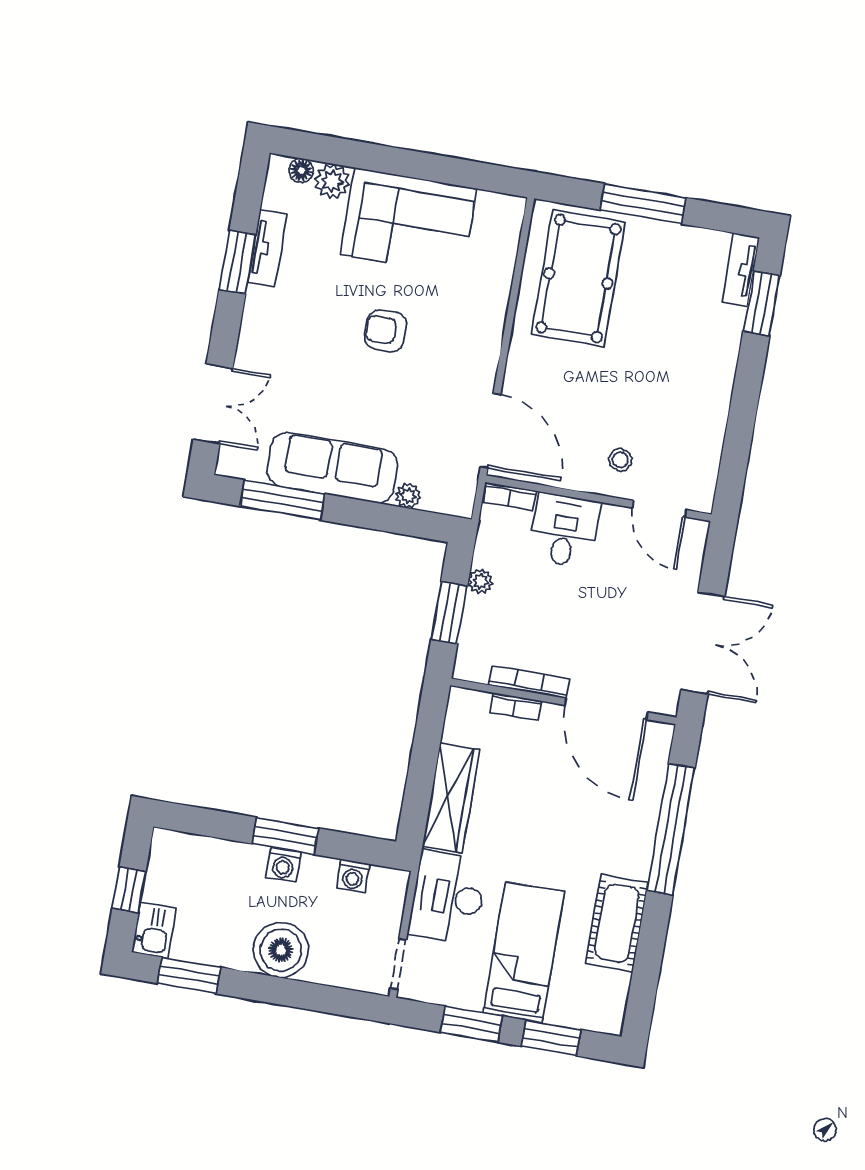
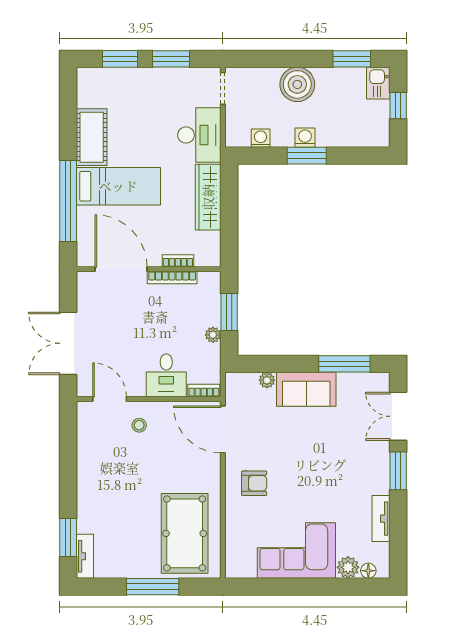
window: (237, 262) -> (398, 471), moved
armchair: (385, 331) -> (254, 483), moved
sofa: (333, 468) -> (306, 389), width x0.73
double door: (703, 643) -> (68, 343), moved
bed: (524, 952) -> (118, 186), moved, turned -90

